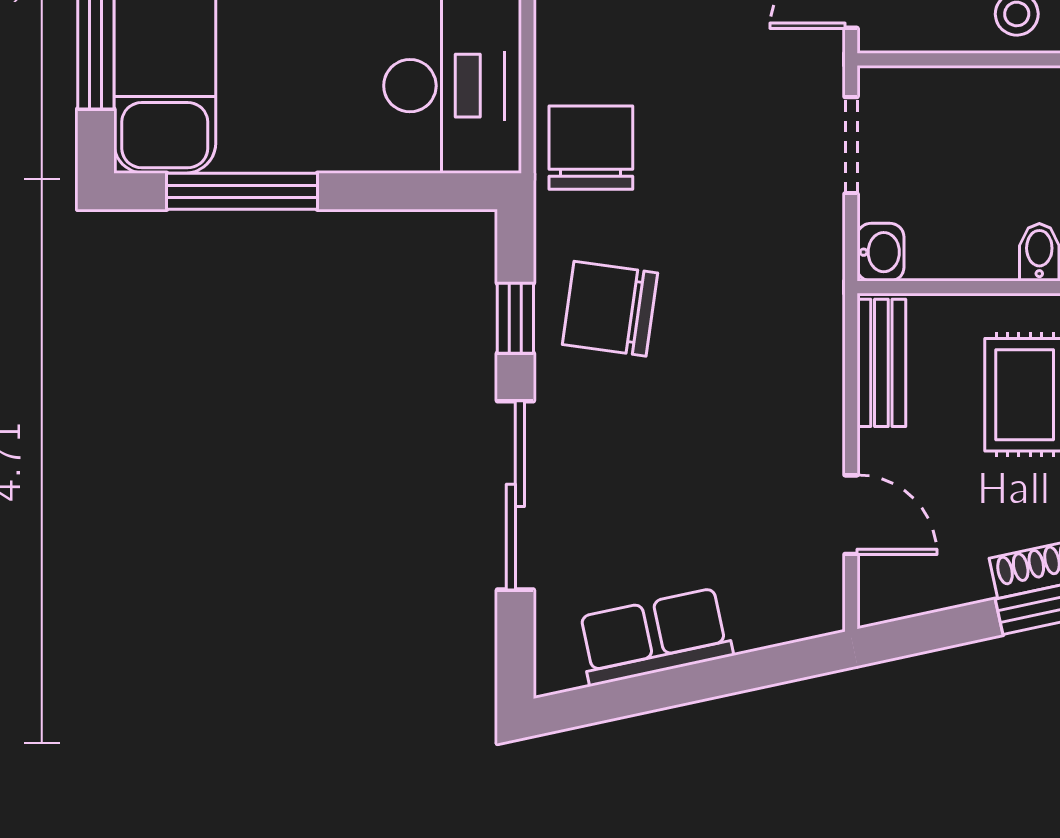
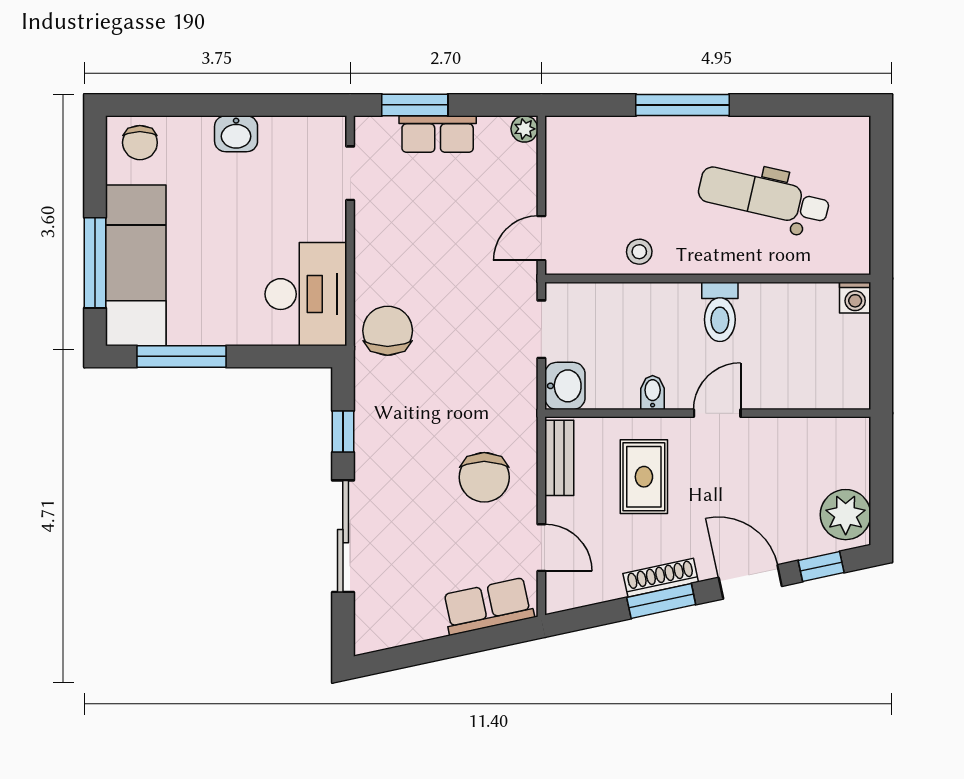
washbasin: (880, 252) -> (565, 386), width x1.38, depth x1.45
chair: (610, 309) -> (484, 477), moved, turned -98
row of seats: (655, 637) -> (488, 606), moved

